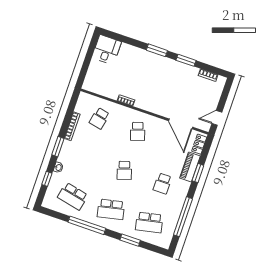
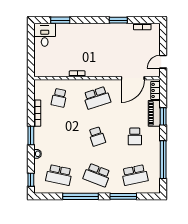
window: (157, 50) -> (60, 20), moved
door: (181, 124) -> (133, 78), hinge flipped
school desk: (138, 131) -> (97, 98), width x1.85
window: (47, 179) -> (31, 180), moved
school desk: (111, 209) -> (97, 175), turned 33
window: (130, 240) -> (123, 196), width x1.44

